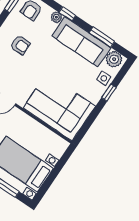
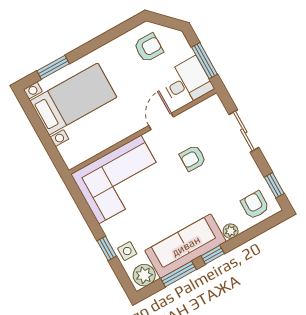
window: (67, 14) -> (213, 255), moved
armchair: (20, 45) -> (193, 158), moved

